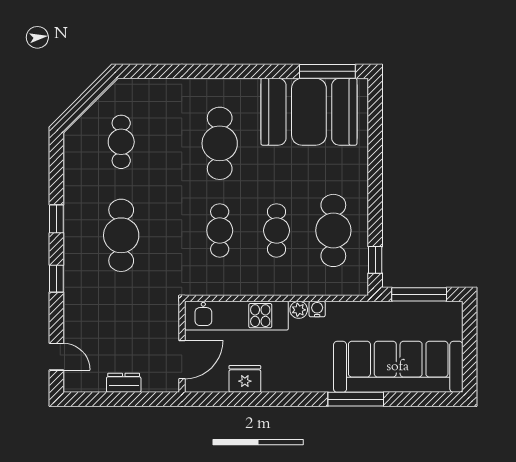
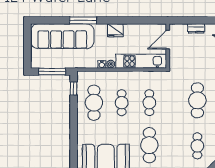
fridge: (245, 379) -> (115, 30), moved

